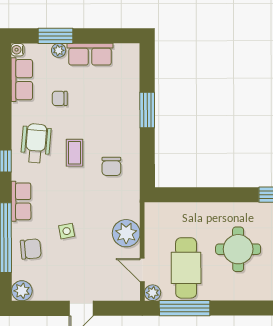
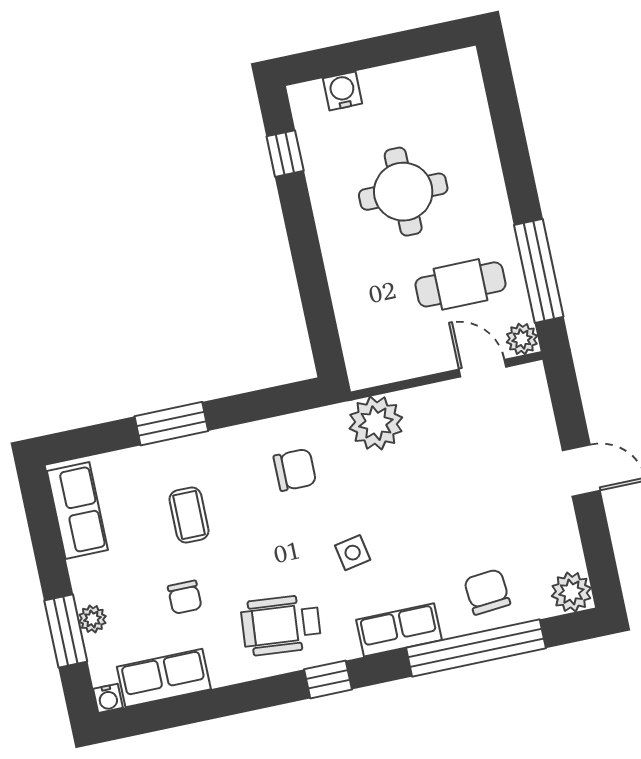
row of seats: (90, 54) -> (77, 511), moved
coffee table: (75, 153) -> (189, 515), moved, turned 90
side table: (67, 231) -> (353, 553), moved
plant: (126, 233) -> (376, 423), moved
cafe table: (186, 268) -> (461, 284), width x0.73, depth x0.74
door: (142, 270) -> (482, 368), swing flipped

